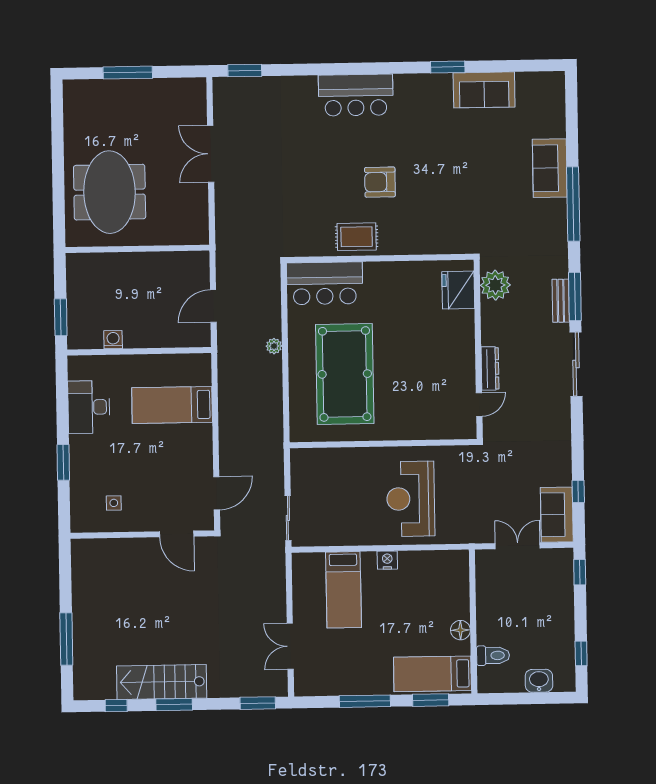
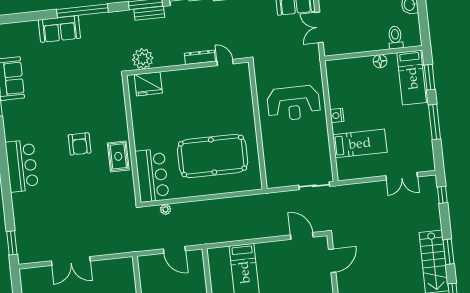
plant: (274, 346) -> (165, 209), moved
window: (258, 703) -> (442, 195), width x0.67

